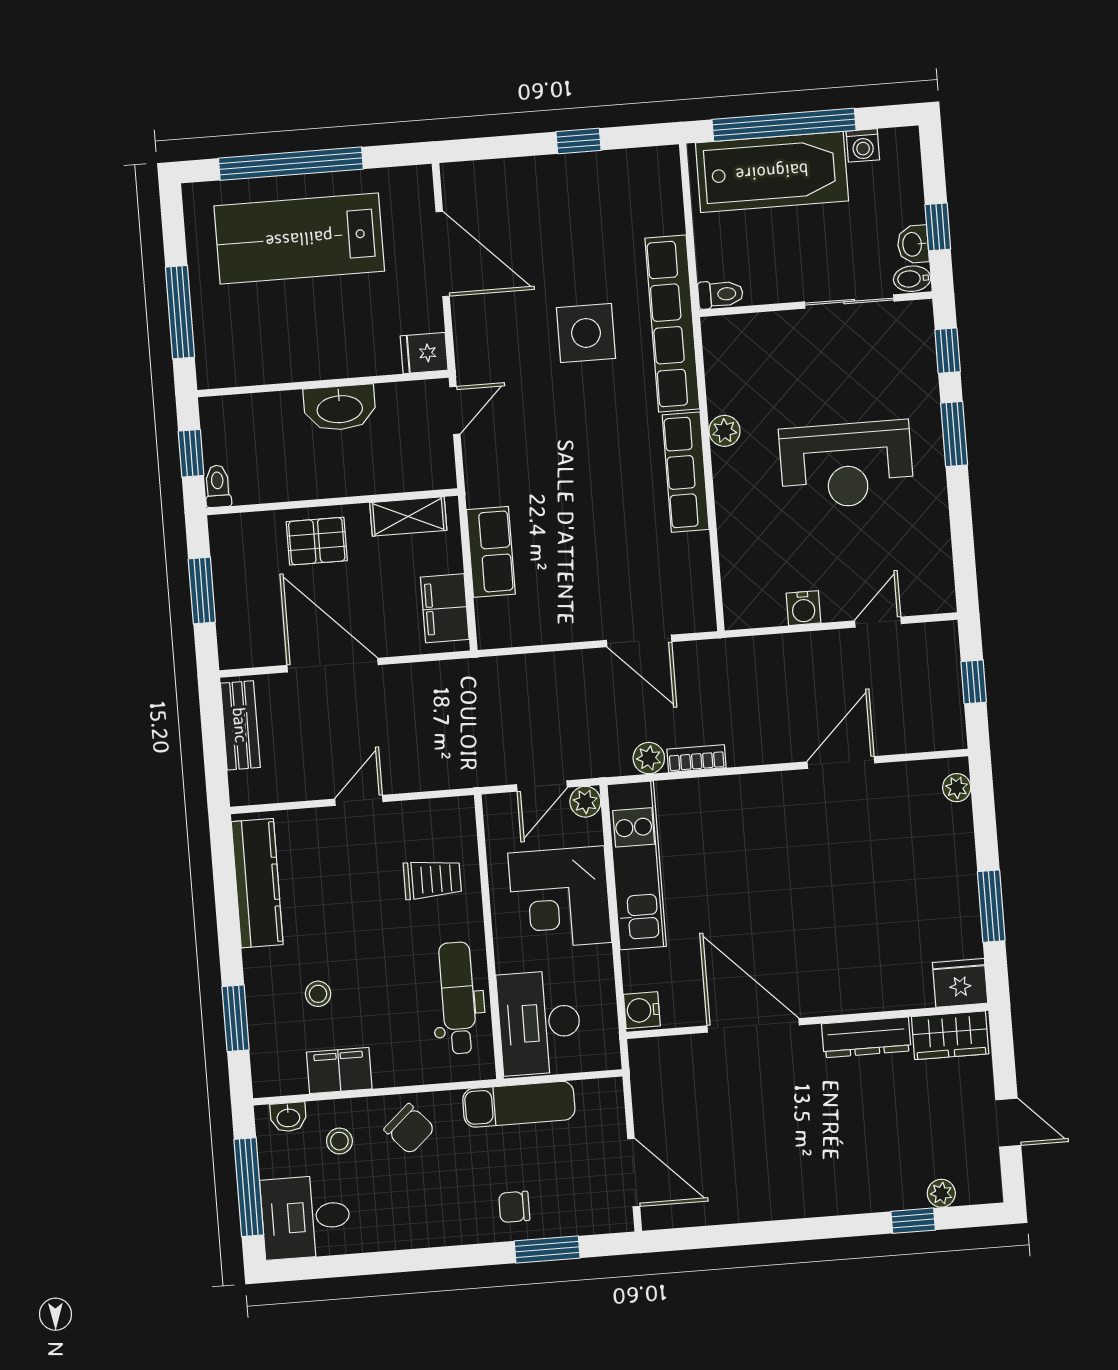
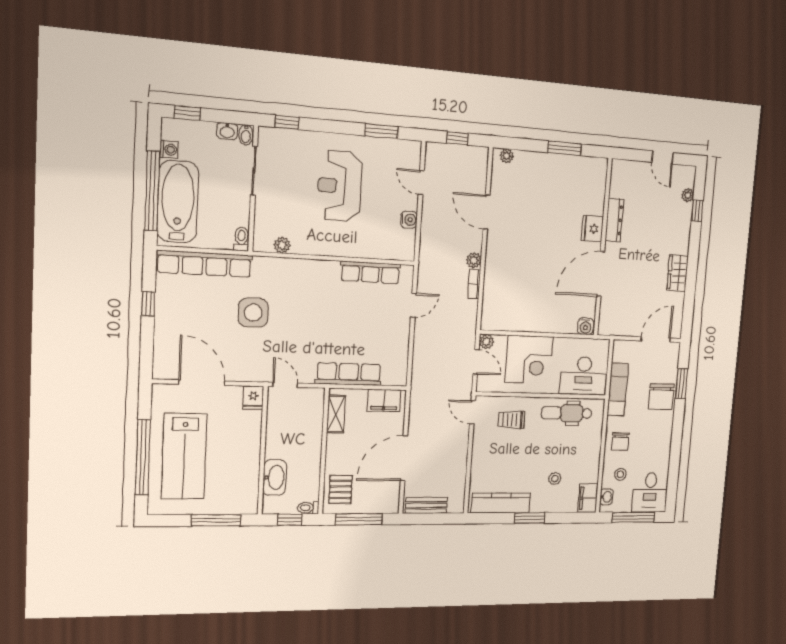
window: (938, 227) -> (187, 113), moved
door: (443, 254) -> (202, 383), hinge flipped
row of seats: (672, 324) -> (205, 264), moved
washbasin: (340, 408) -> (275, 477), moved
plant: (724, 431) -> (282, 245), moved
window: (954, 434) -> (381, 131), moved
reception desk: (846, 465) -> (340, 186), turned 180
row of seats: (686, 472) -> (370, 272), moved
pallet: (317, 541) -> (340, 489), moved
row of seats: (491, 552) -> (349, 374), width x1.48
window: (202, 590) -> (359, 519), width x1.44
door: (639, 641) -> (414, 305), width x0.73
plant: (649, 758) -> (474, 260), moved
door: (359, 800) -> (473, 412), moved
kitchen unit: (637, 865) -> (520, 320), removed
trolley: (432, 879) -> (511, 420), turned -90
fridge: (960, 983) -> (592, 229), moved
window: (236, 1018) -> (530, 518), moved
wardrobe: (950, 1035) -> (678, 273), moved, turned 180
filing cabinet: (339, 1070) -> (588, 498), moved
door: (1008, 1123) -> (663, 157), swing flipped
chair: (409, 1129) -> (620, 442), turned 132
chair: (514, 1207) -> (661, 397), width x1.87, depth x1.87

